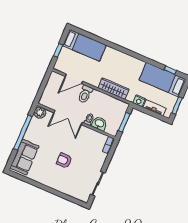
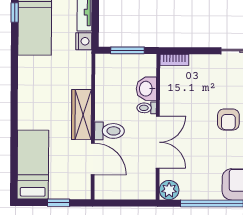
wardrobe: (114, 89) -> (82, 115), moved

